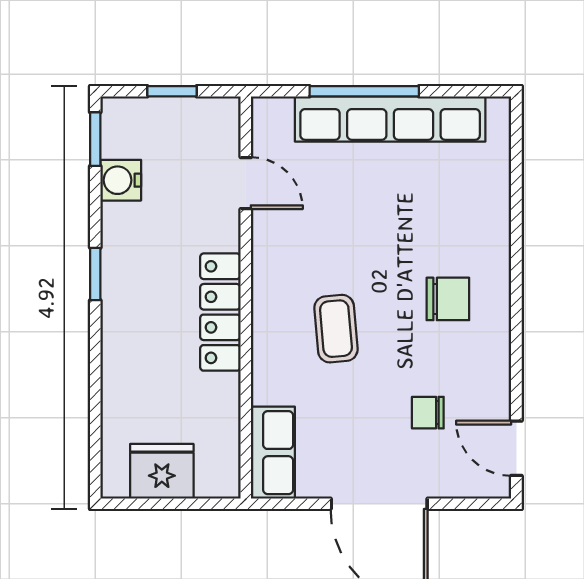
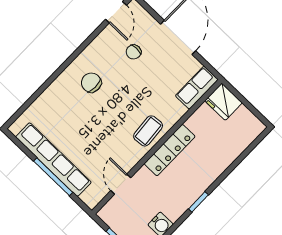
coffee table: (336, 329) -> (148, 131), moved
chair: (428, 413) -> (134, 52), turned 90
fridge: (162, 471) -> (224, 102), moved

